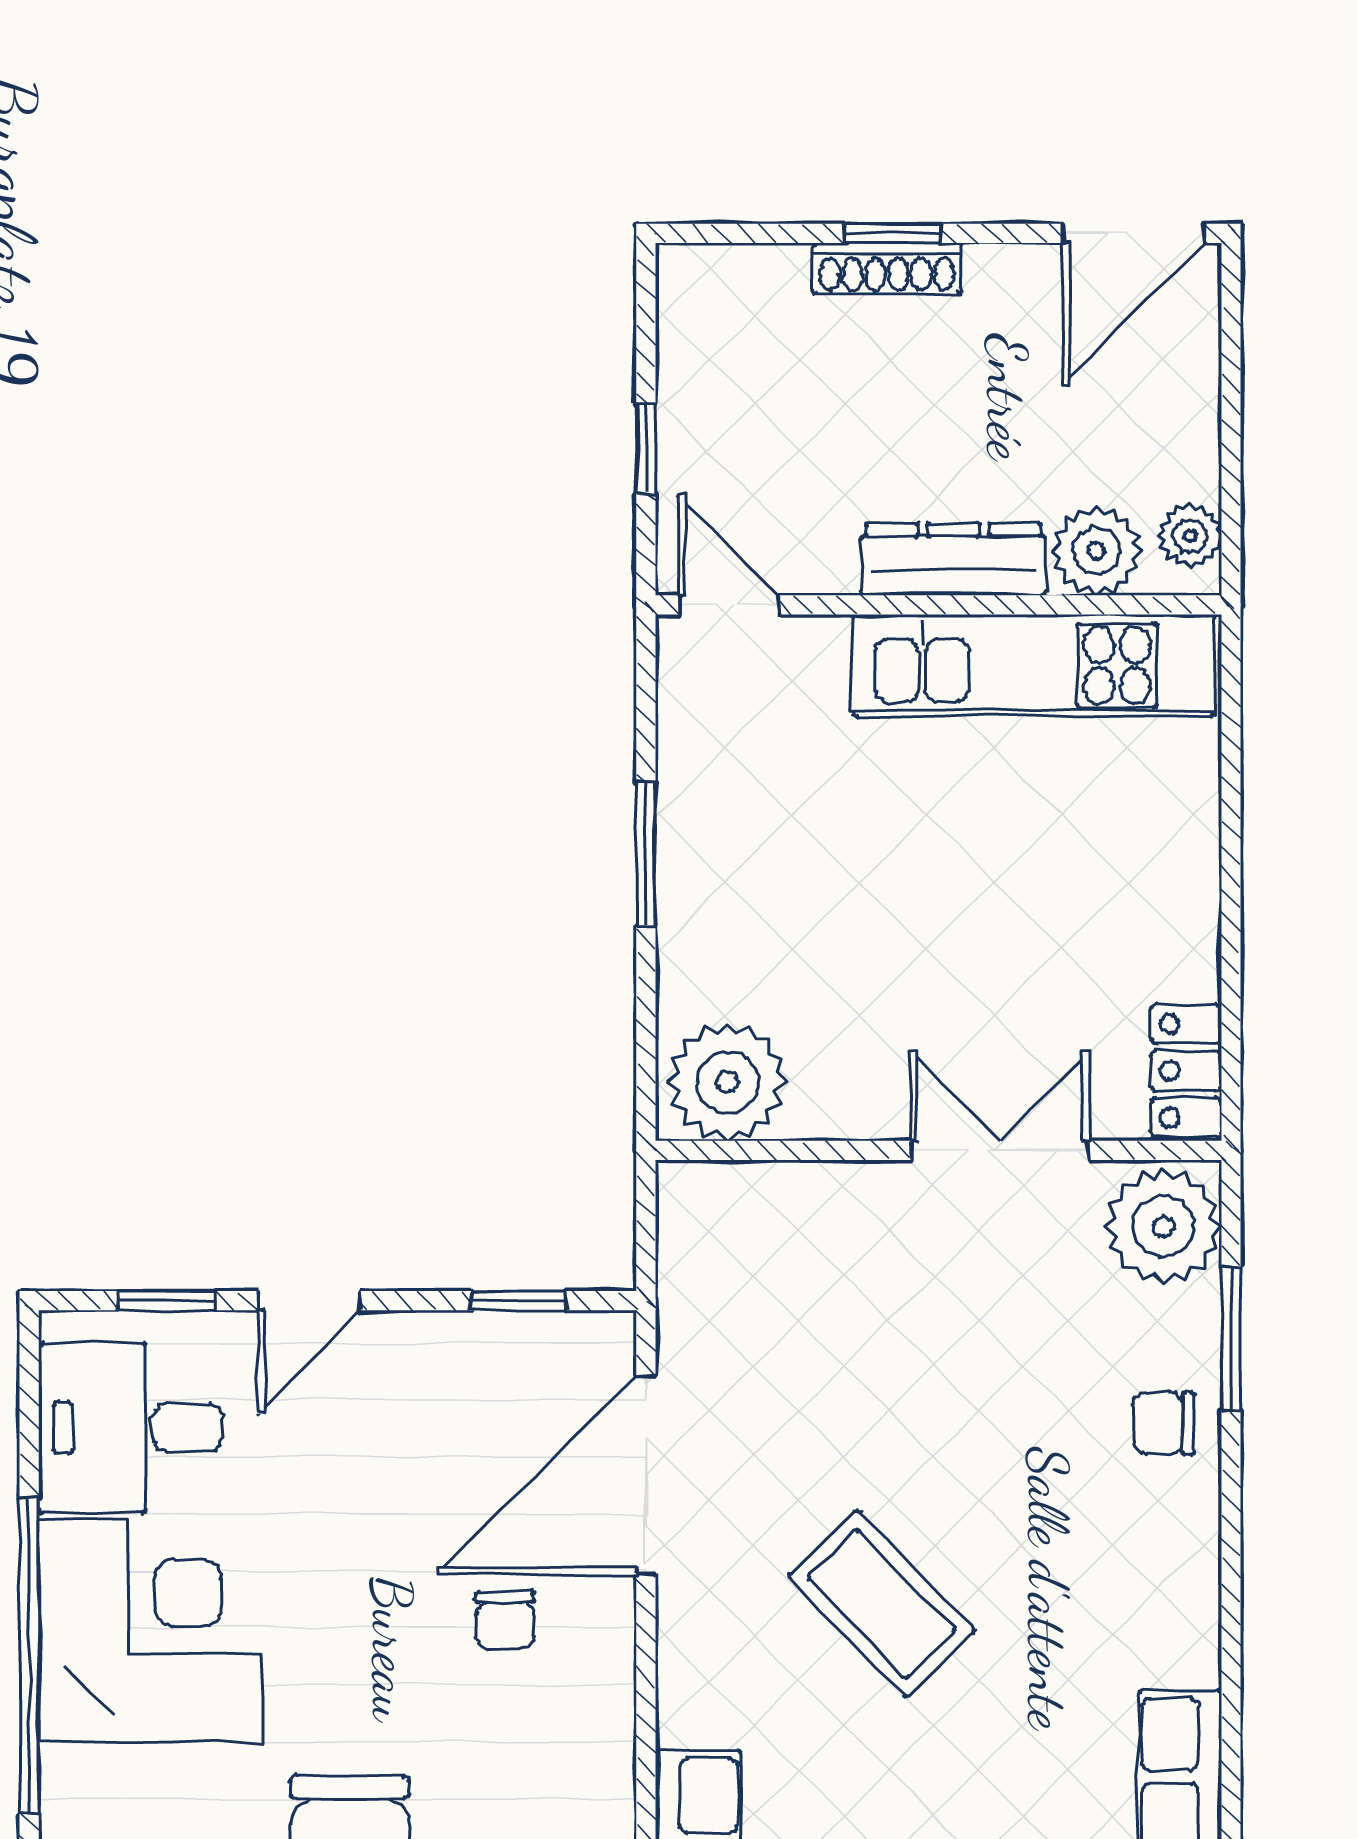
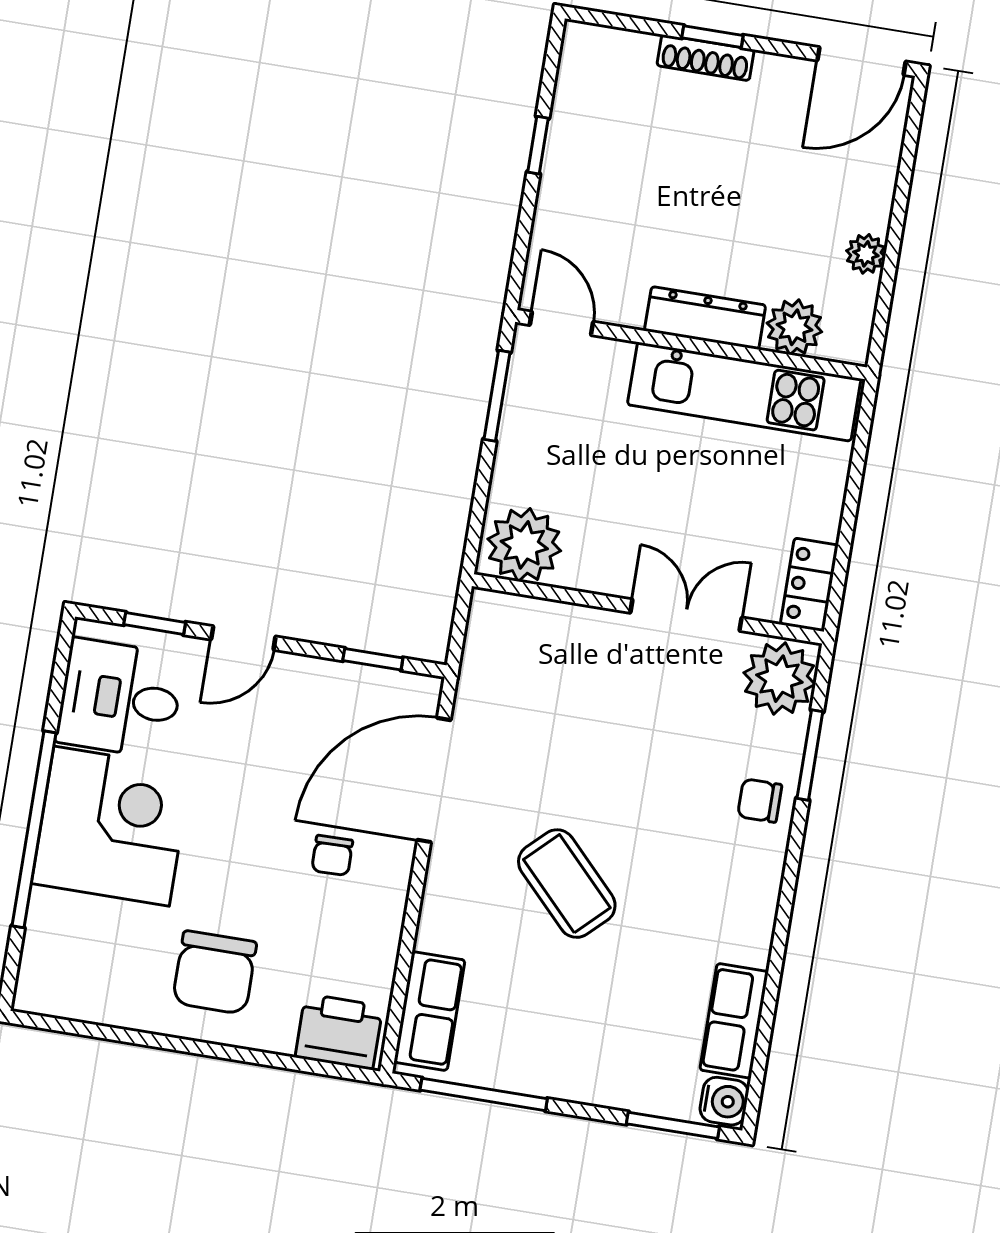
plant: (1096, 551) -> (794, 327), moved
dresser: (953, 559) -> (705, 318), moved
door: (729, 605) -> (562, 323), moved
wall: (938, 605) -> (691, 345), moved
kitchen unit: (1034, 665) -> (744, 392), moved

